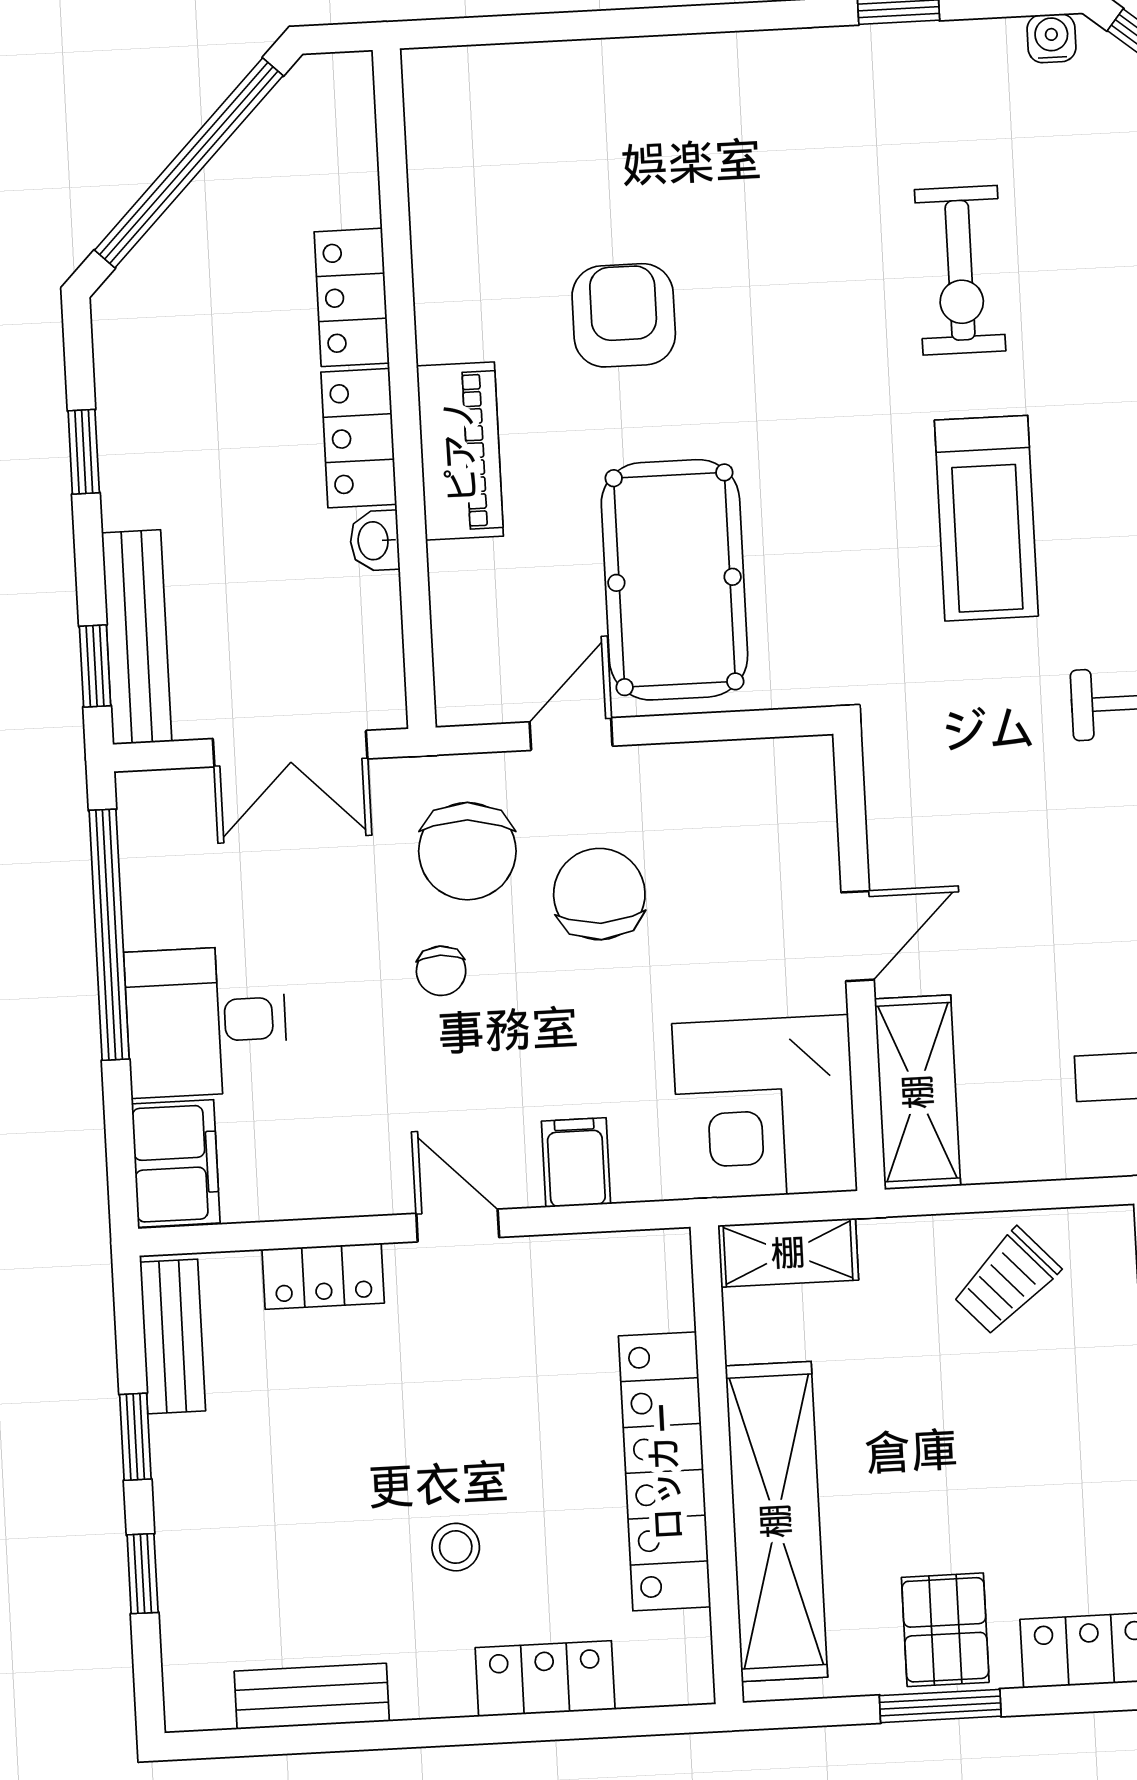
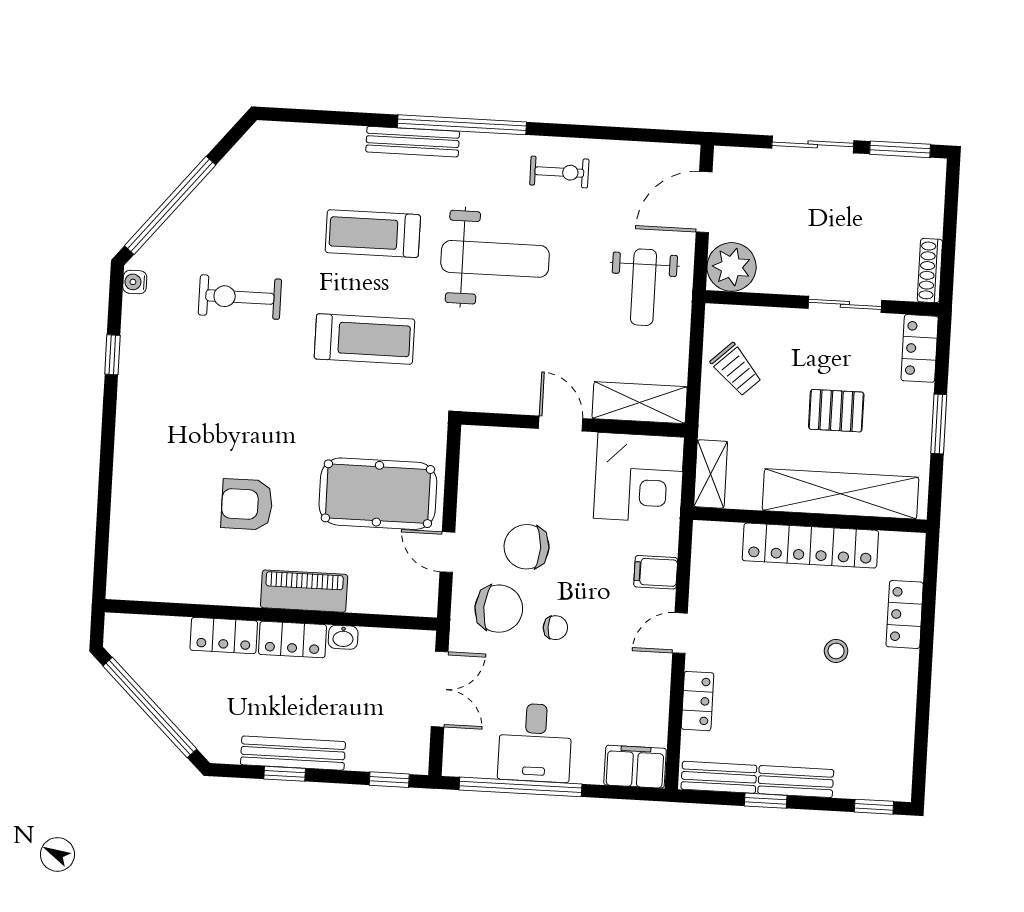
exercise bike: (960, 270) -> (240, 297), moved, turned 180
bench: (137, 637) -> (293, 753), moved
desk: (206, 1021) -> (535, 743), moved
window: (143, 1574) -> (874, 807), moved
pallet: (945, 1630) -> (836, 411), moved
bench: (312, 1696) -> (796, 782), moved, turned 90

